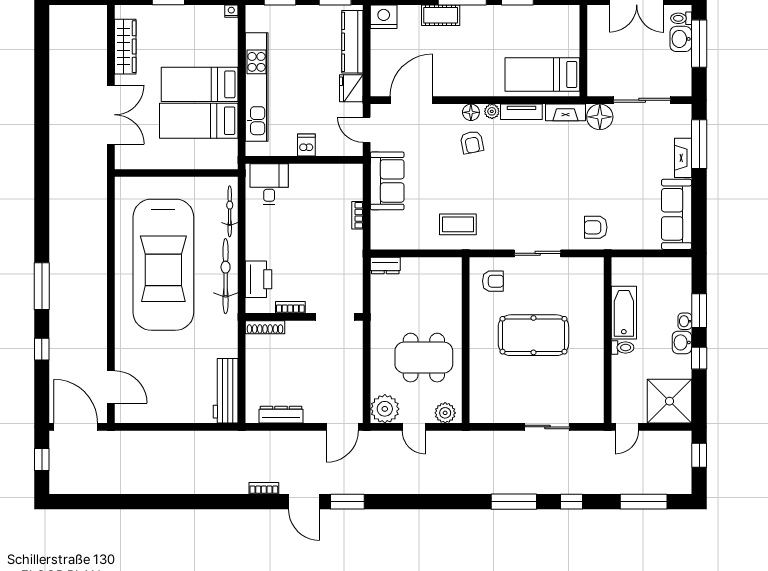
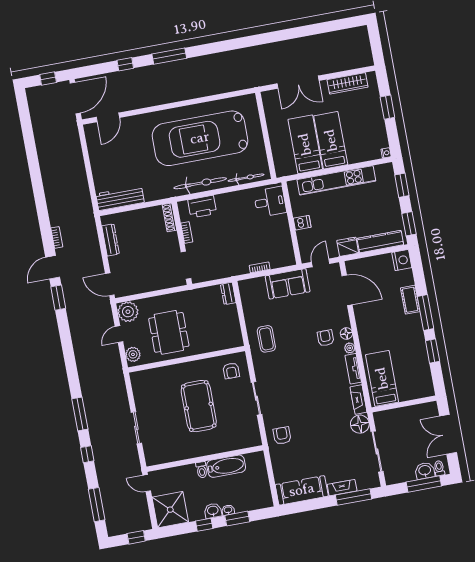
armchair: (472, 142) -> (326, 338), turned 101

